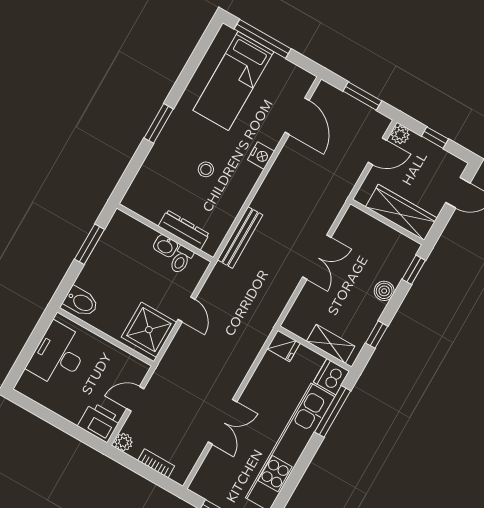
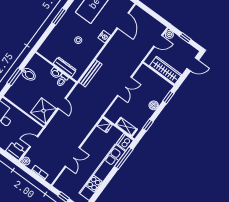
window: (362, 96) -> (154, 15), removed
window: (89, 244) -> (15, 77), moved
bidet: (81, 302) -> (29, 74), moved

